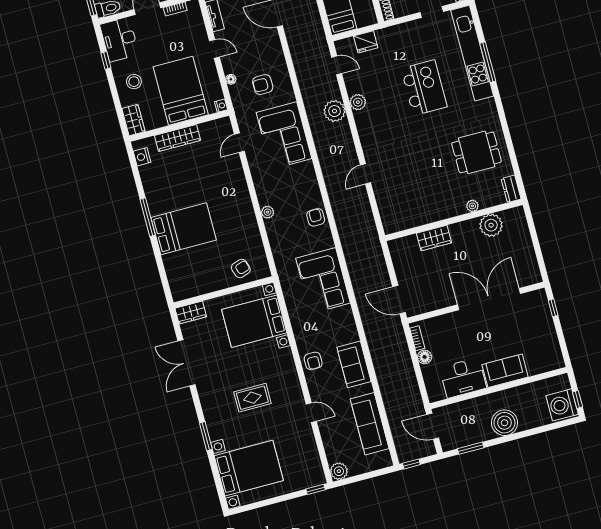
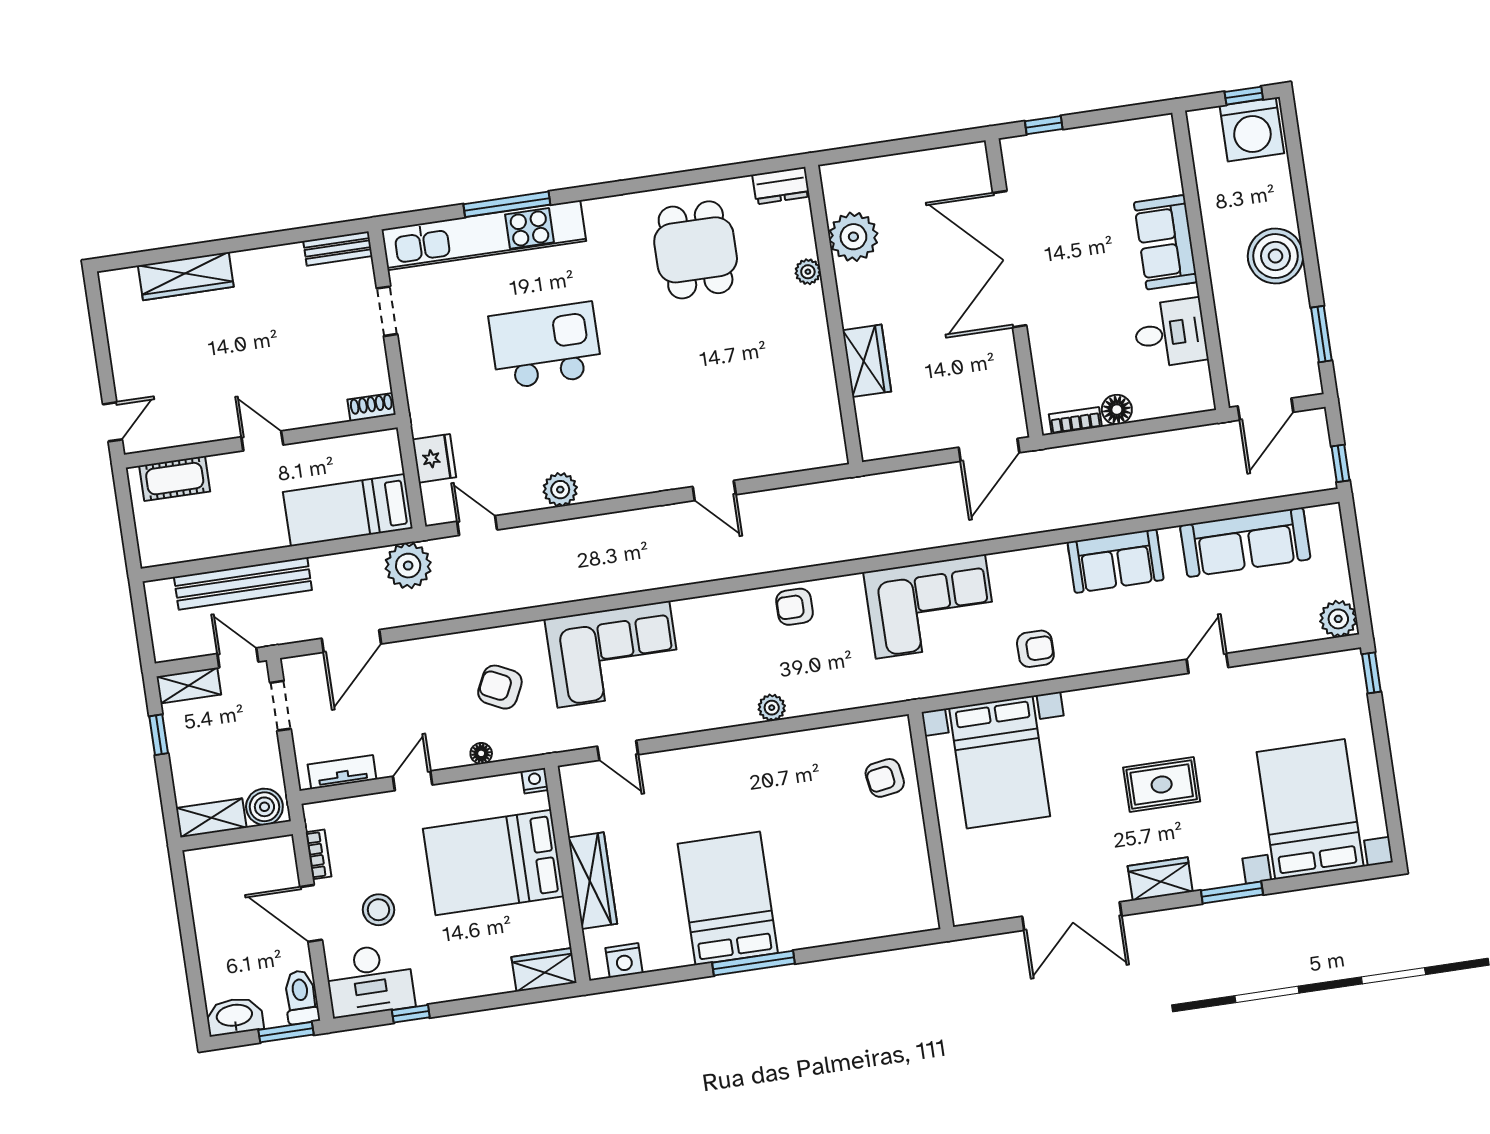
door: (337, 65) -> (477, 526), hinge flipped
stool: (134, 82) -> (378, 910), moved
armchair: (263, 85) -> (500, 687), turned 116
plant: (335, 111) -> (408, 566), moved
bed: (184, 229) -> (728, 898), moved
armchair: (241, 268) -> (885, 778), turned -81
wardrobe: (191, 313) -> (1160, 879), moved, turned -90
armchair: (313, 361) -> (1035, 649), moved
desk: (463, 378) -> (1170, 333), width x0.73
rug: (252, 398) -> (1162, 784), turned 90

